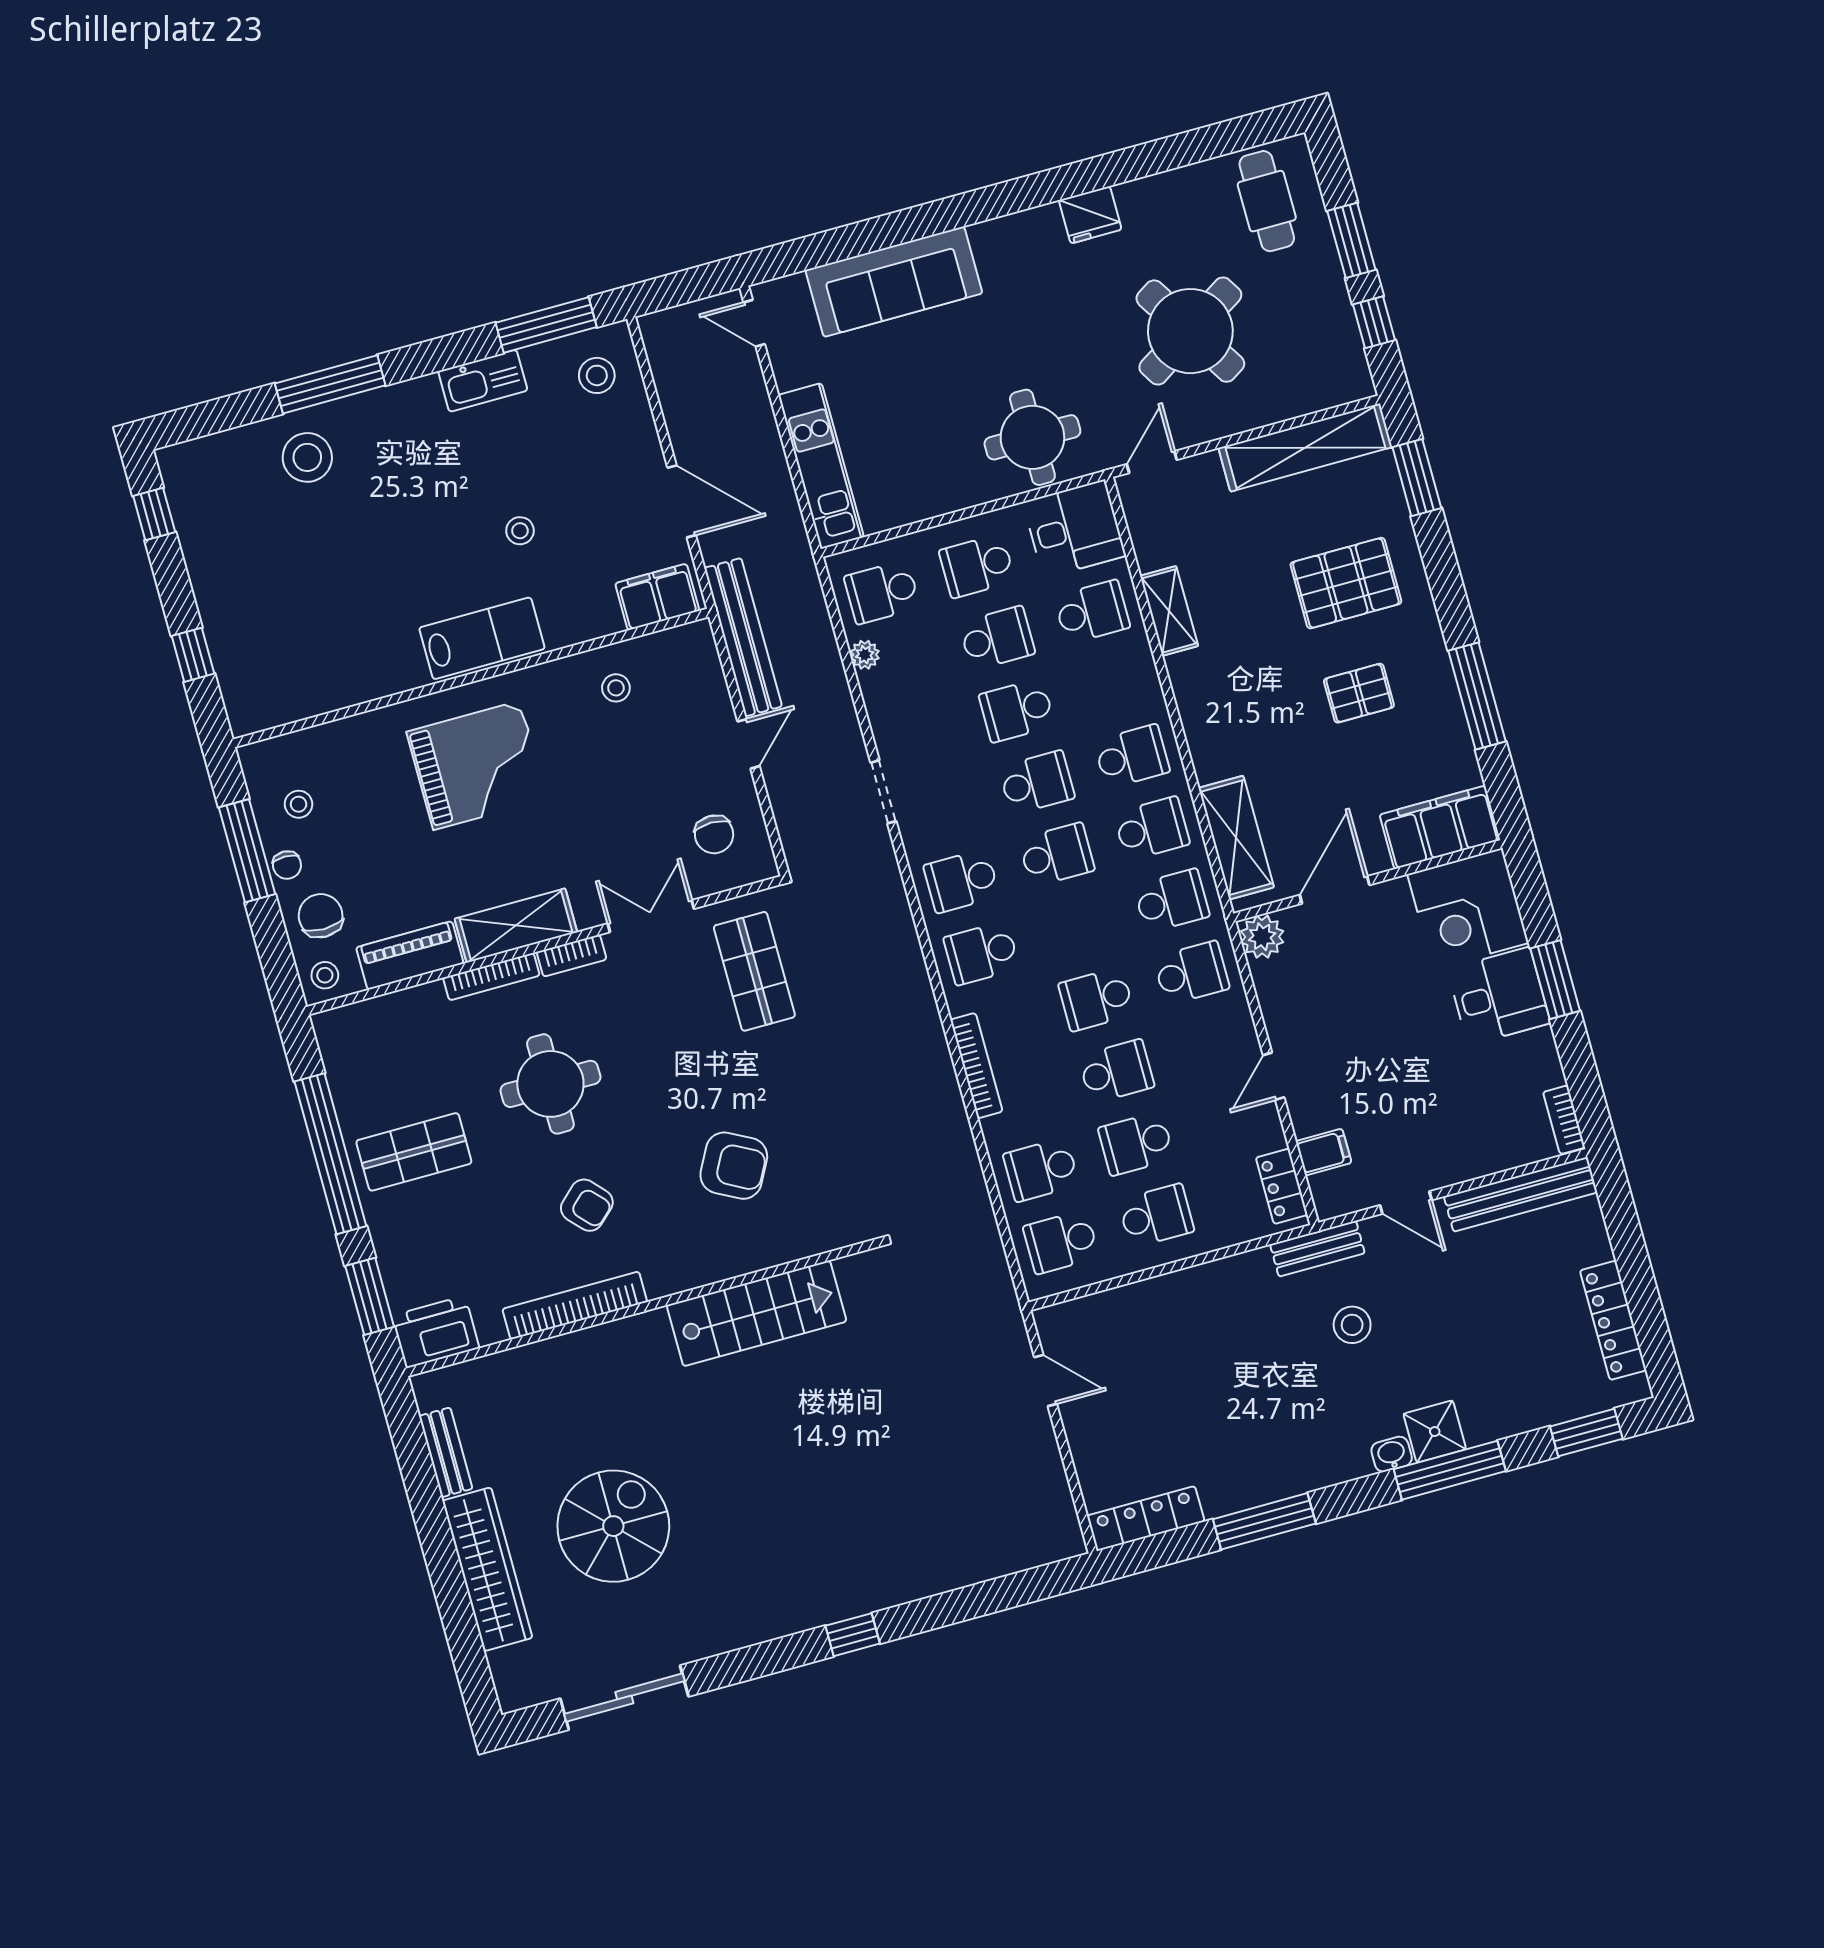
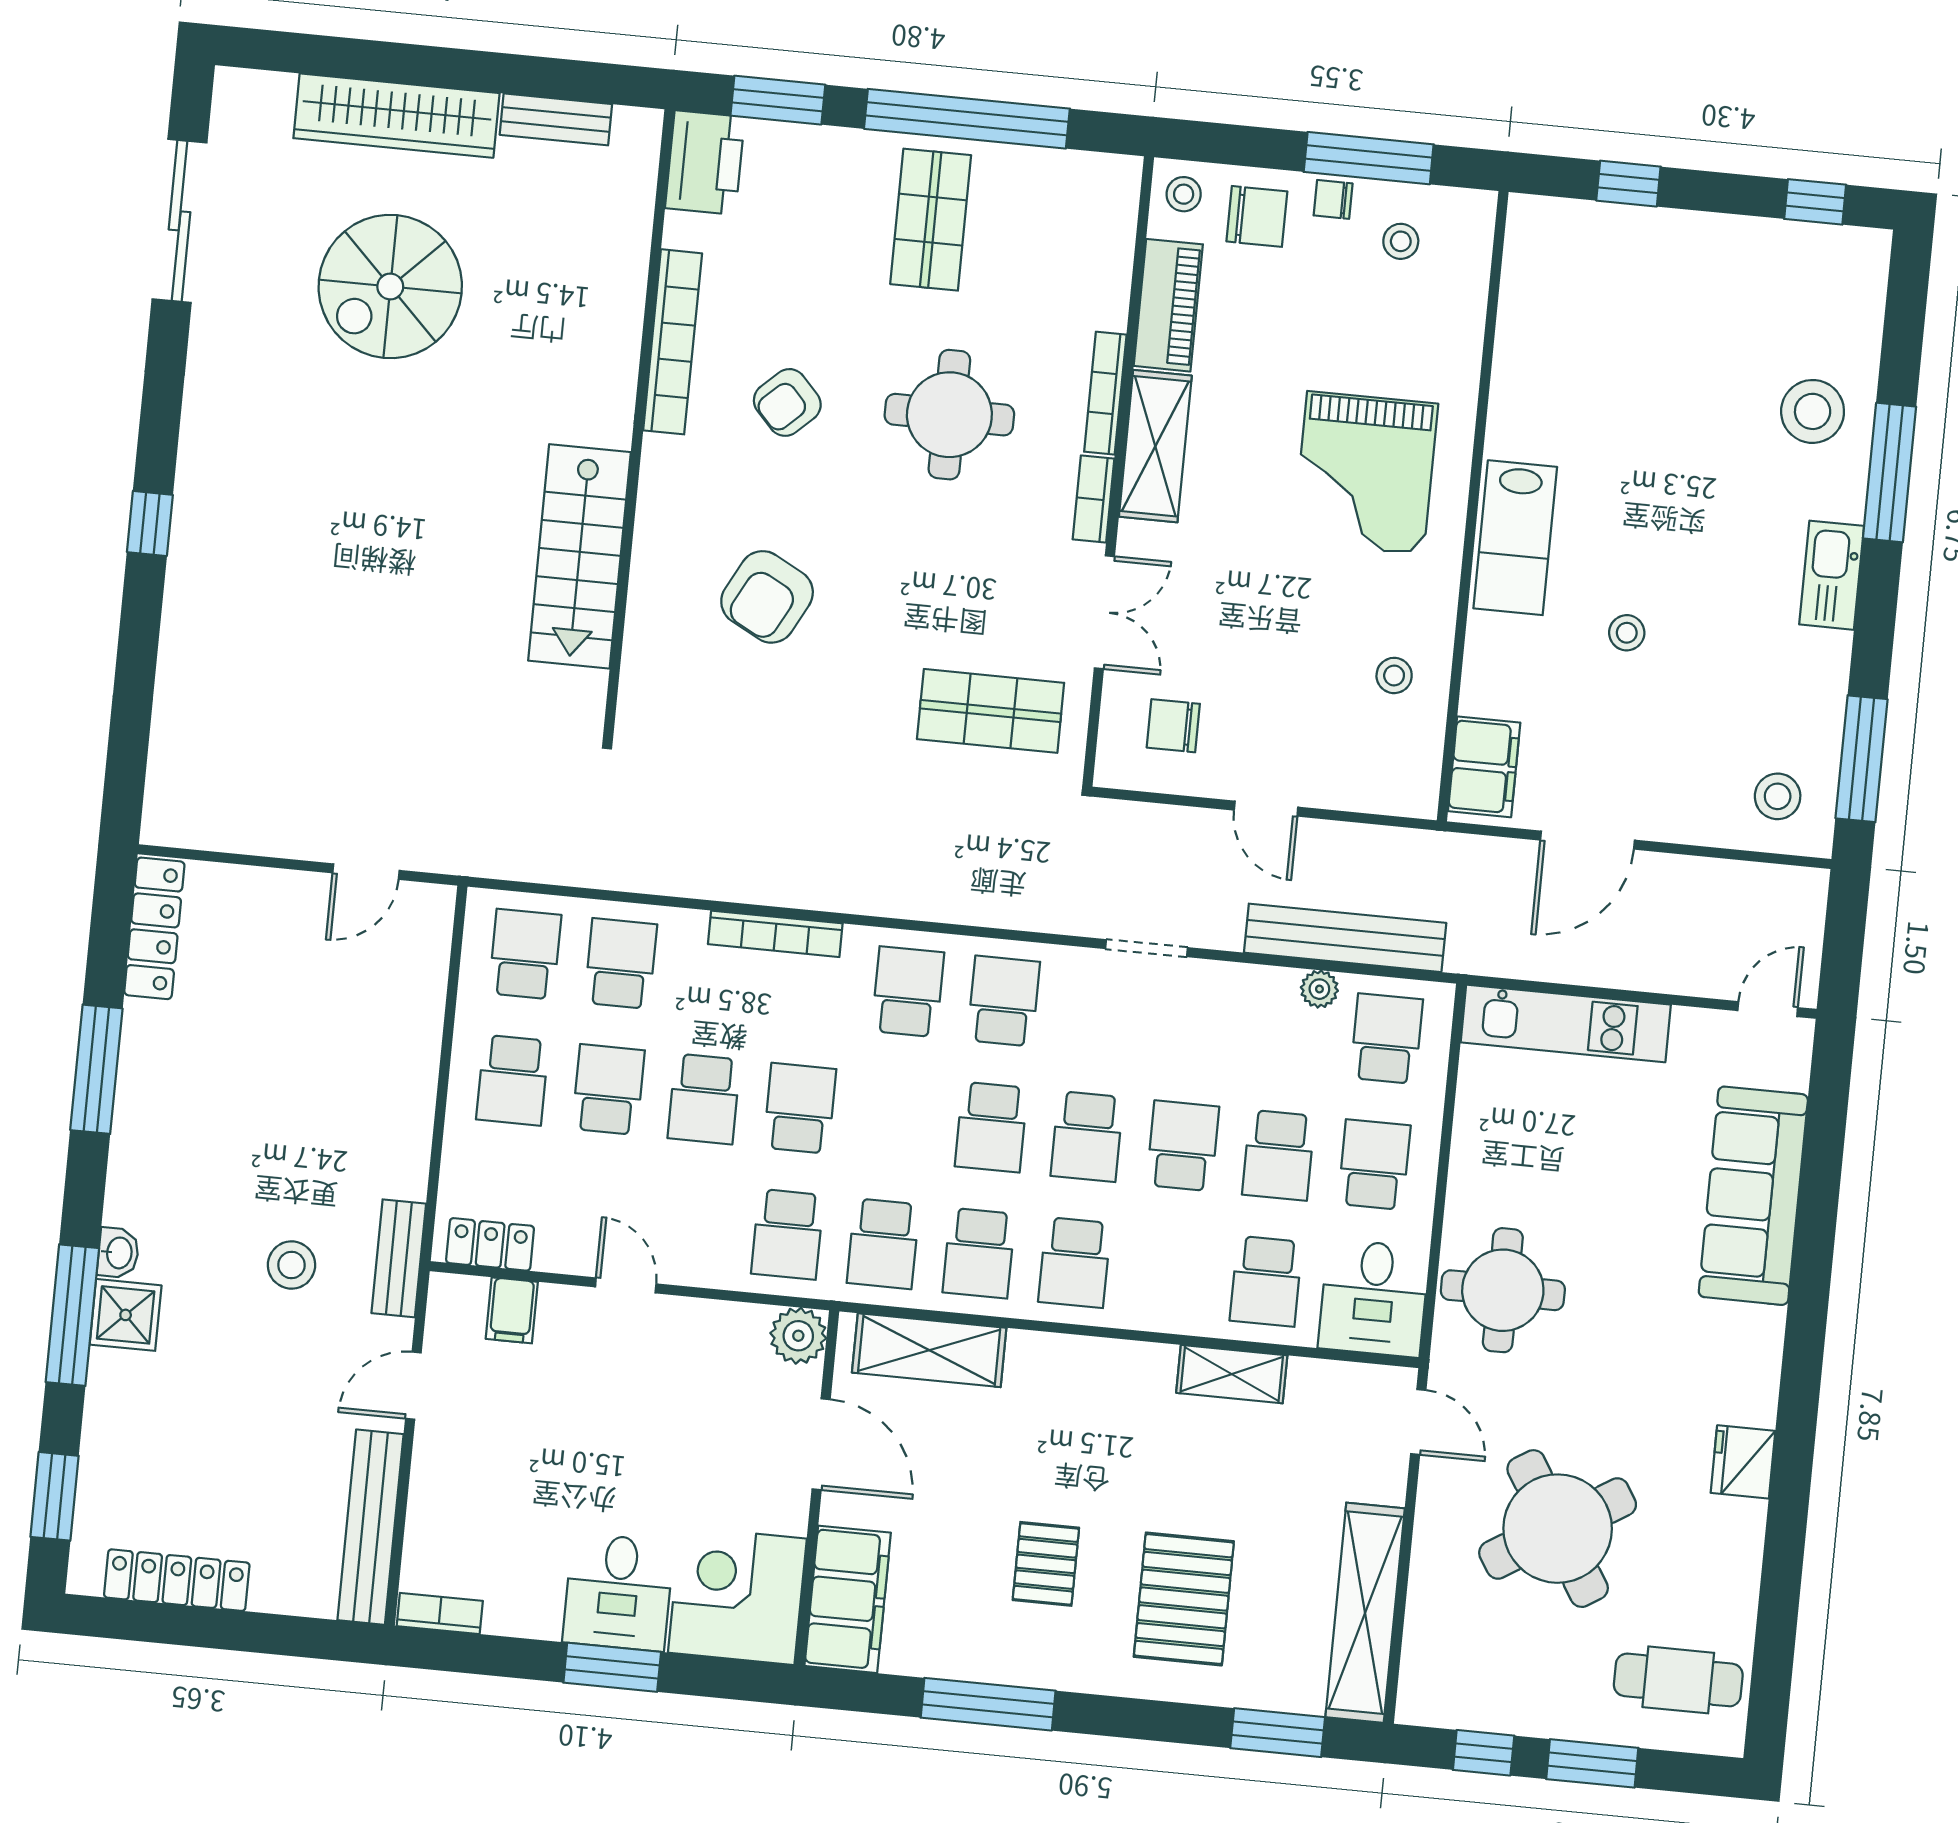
kitchen sink: (483, 381) -> (1832, 575), moved
bench: (743, 637) -> (1345, 938), moved
spiral stairs: (613, 1526) -> (390, 287), turned 90

